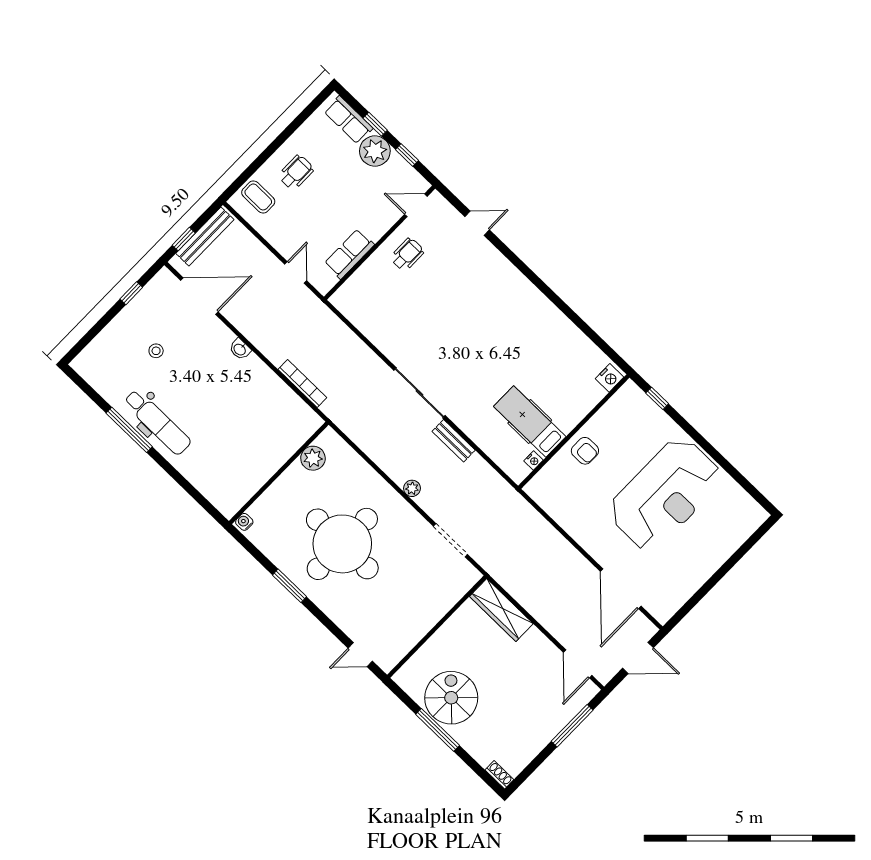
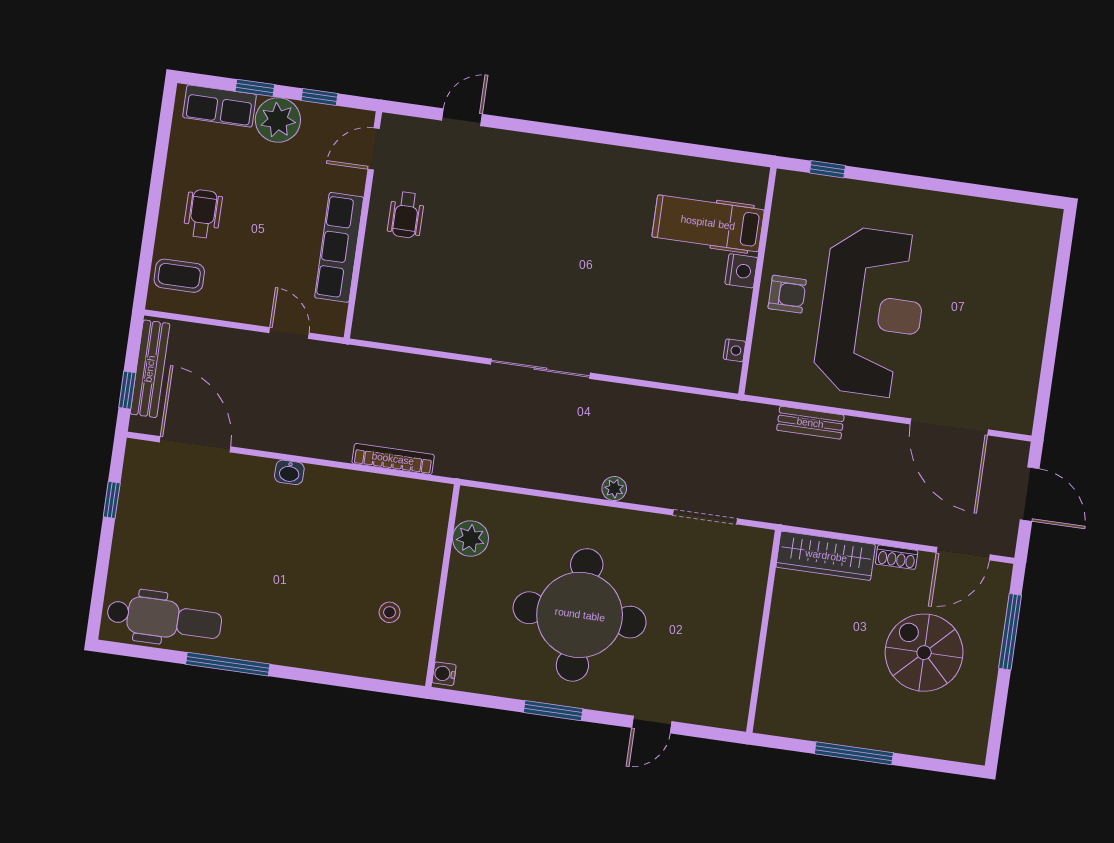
row of seats: (349, 254) -> (339, 247), width x1.48
wheelchair: (407, 254) -> (406, 215), turned 180
door: (199, 296) -> (195, 444), hinge flipped
stool: (156, 351) -> (390, 612), moved
nightstand: (610, 378) -> (741, 271), moved
dental chair: (157, 422) -> (164, 619), moved
hospital bed: (530, 422) -> (708, 223), moved
bench: (454, 441) -> (810, 423), moved
reception desk: (665, 494) -> (871, 312), moved
door: (360, 655) -> (652, 725), moved
door: (638, 658) -> (1030, 494), hinge flipped
door: (578, 664) -> (963, 554), hinge flipped
spiral stairs: (451, 698) -> (924, 653), moved
shoe rack: (499, 775) -> (897, 557), moved, turned 180

